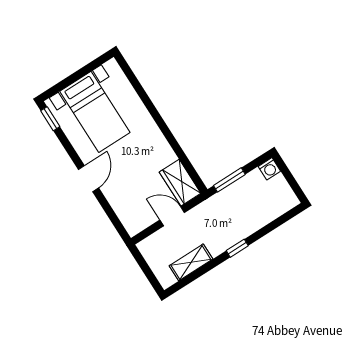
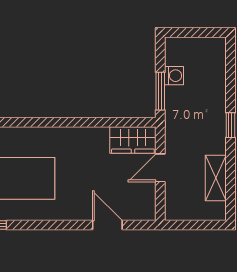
washing machine: (269, 169) -> (174, 76), moved
door: (88, 179) -> (107, 225), moved

